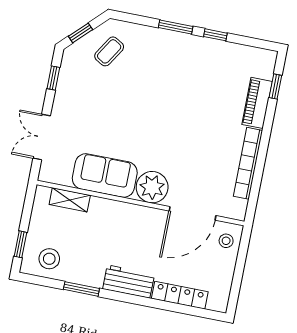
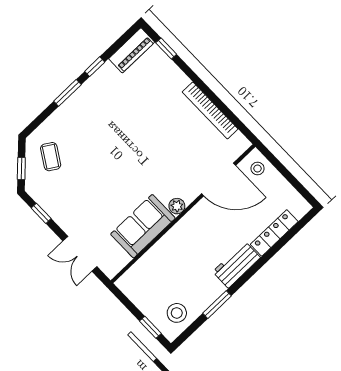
piano: (257, 103) -> (132, 50), moved, turned -90
plant: (152, 187) -> (177, 206), width x0.53, depth x0.53
shelving: (70, 200) -> (143, 266), removed
door: (192, 213) -> (219, 180), hinge flipped

